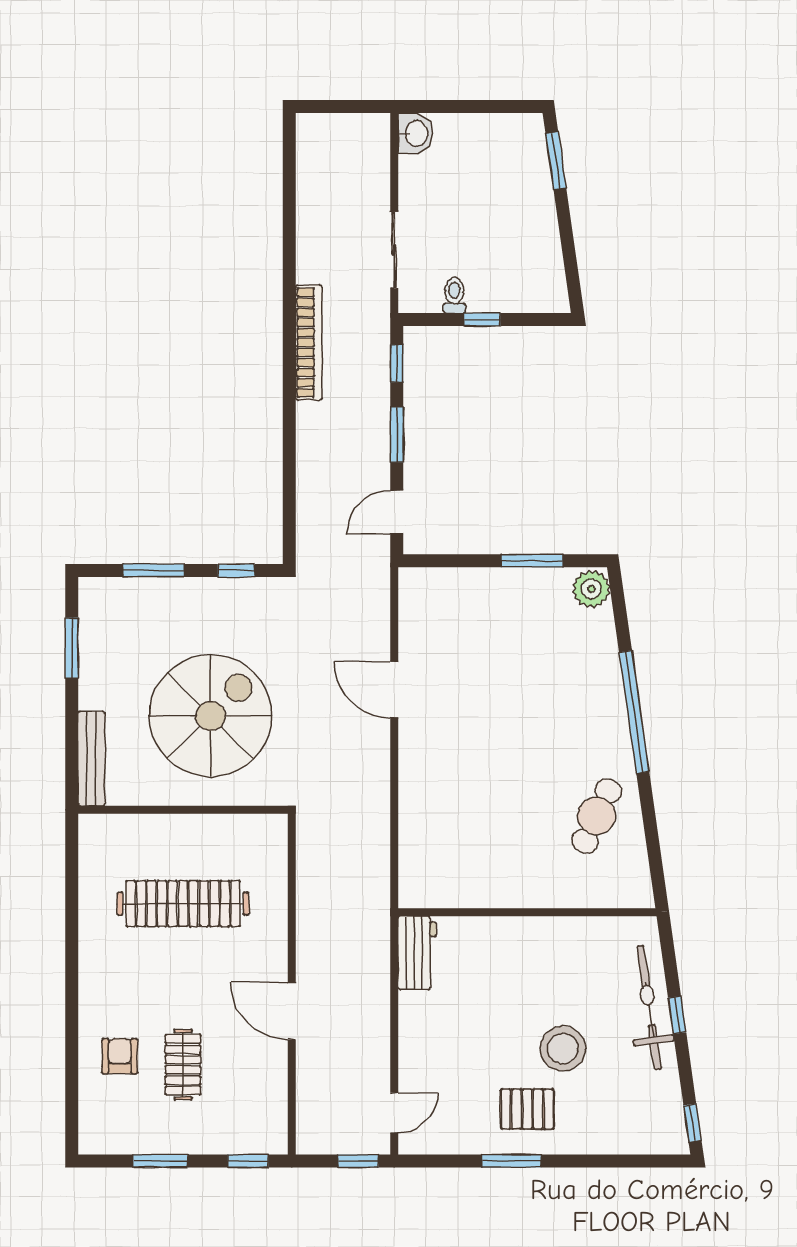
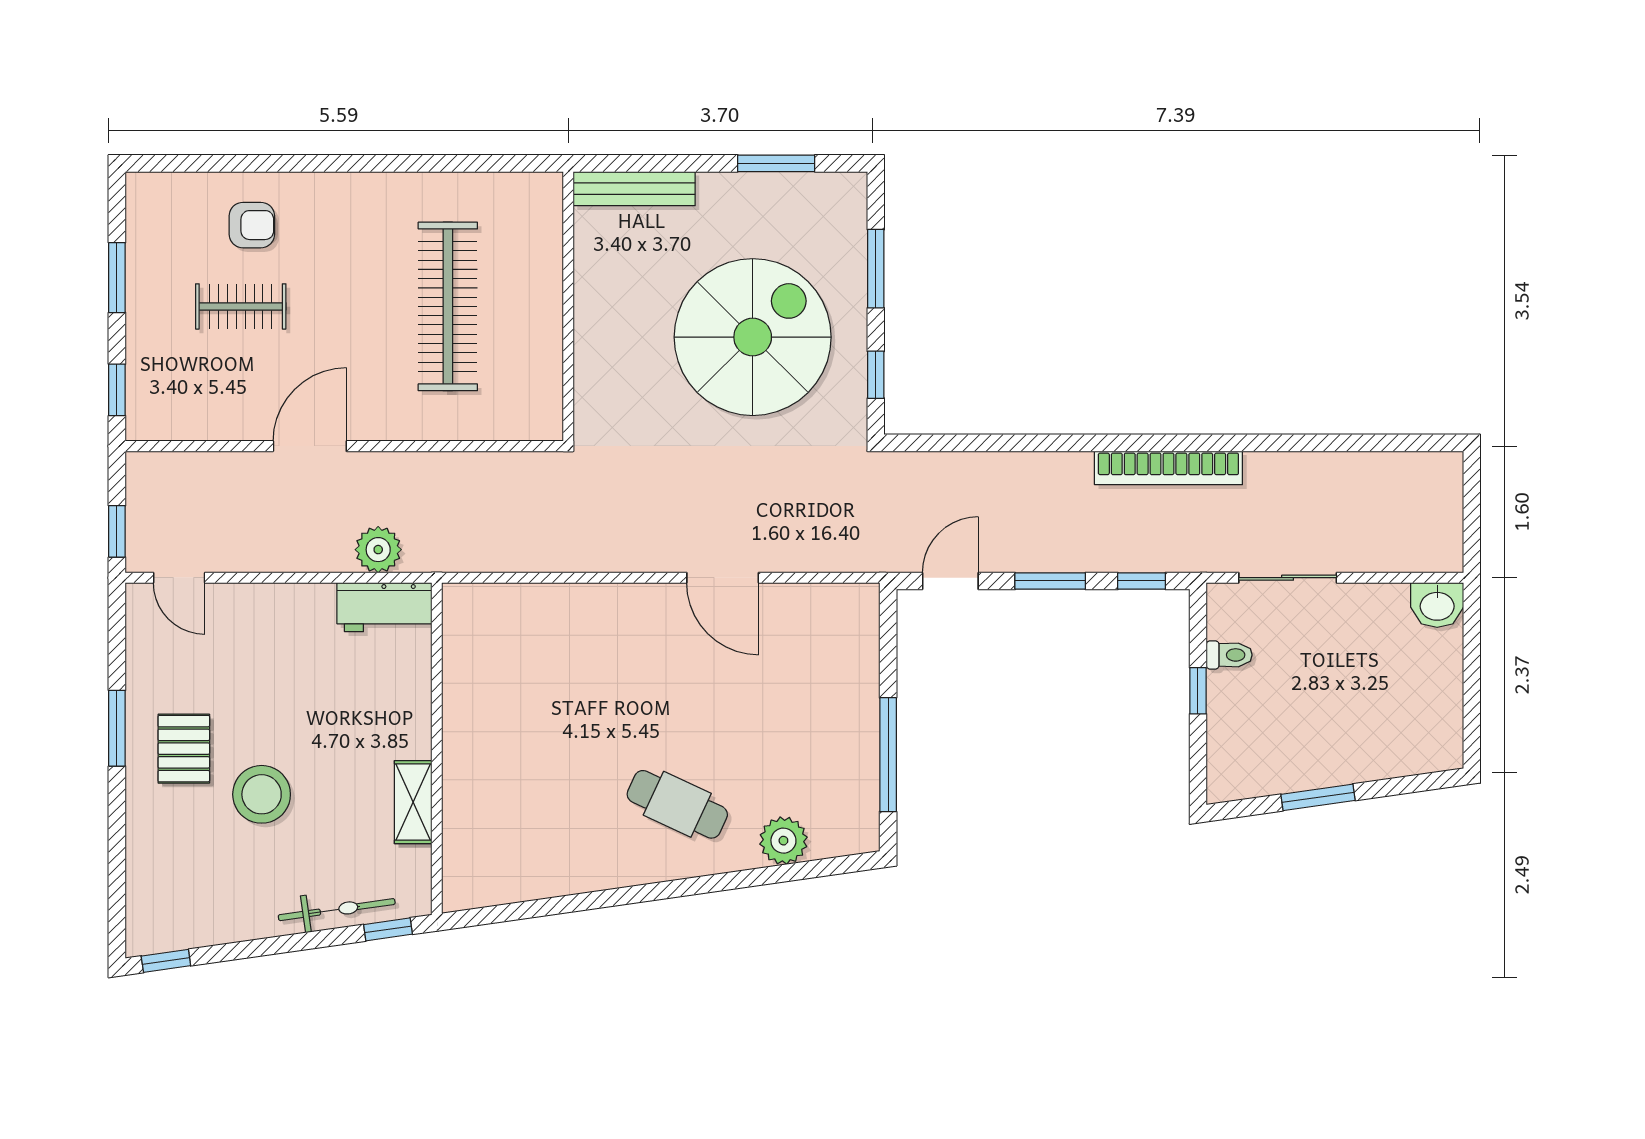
window: (556, 161) -> (1318, 797), moved
door: (397, 512) -> (950, 581), hinge flipped
window: (532, 561) -> (888, 755), width x1.44
plant: (591, 589) -> (783, 841), moved
door: (394, 690) -> (723, 578), swing flipped
window: (634, 712) -> (694, 886), removed
spiral stairs: (211, 716) -> (753, 337), moved, turned -90
cafe table: (597, 816) -> (677, 804), moved
shelving: (569, 931) -> (413, 802), added
plant: (372, 958) -> (378, 550), added
bicycle: (649, 1007) -> (337, 910), width x0.73, depth x0.71
window: (677, 1015) -> (388, 929), moved

